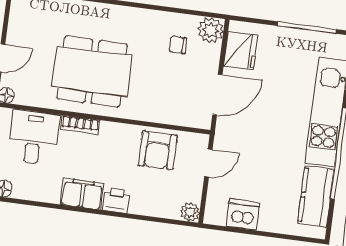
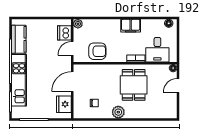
plant: (211, 30) -> (118, 112), moved
dining table: (92, 71) -> (134, 85), width x0.73
armchair: (158, 150) -> (97, 51), turned 90
printer: (116, 201) -> (114, 25), removed
dishwasher: (243, 214) -> (64, 33), moved, turned 90

